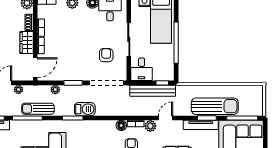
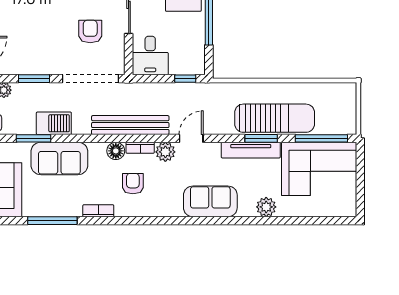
bench: (153, 91) -> (130, 125), moved
sofa: (88, 130) -> (59, 158), added

